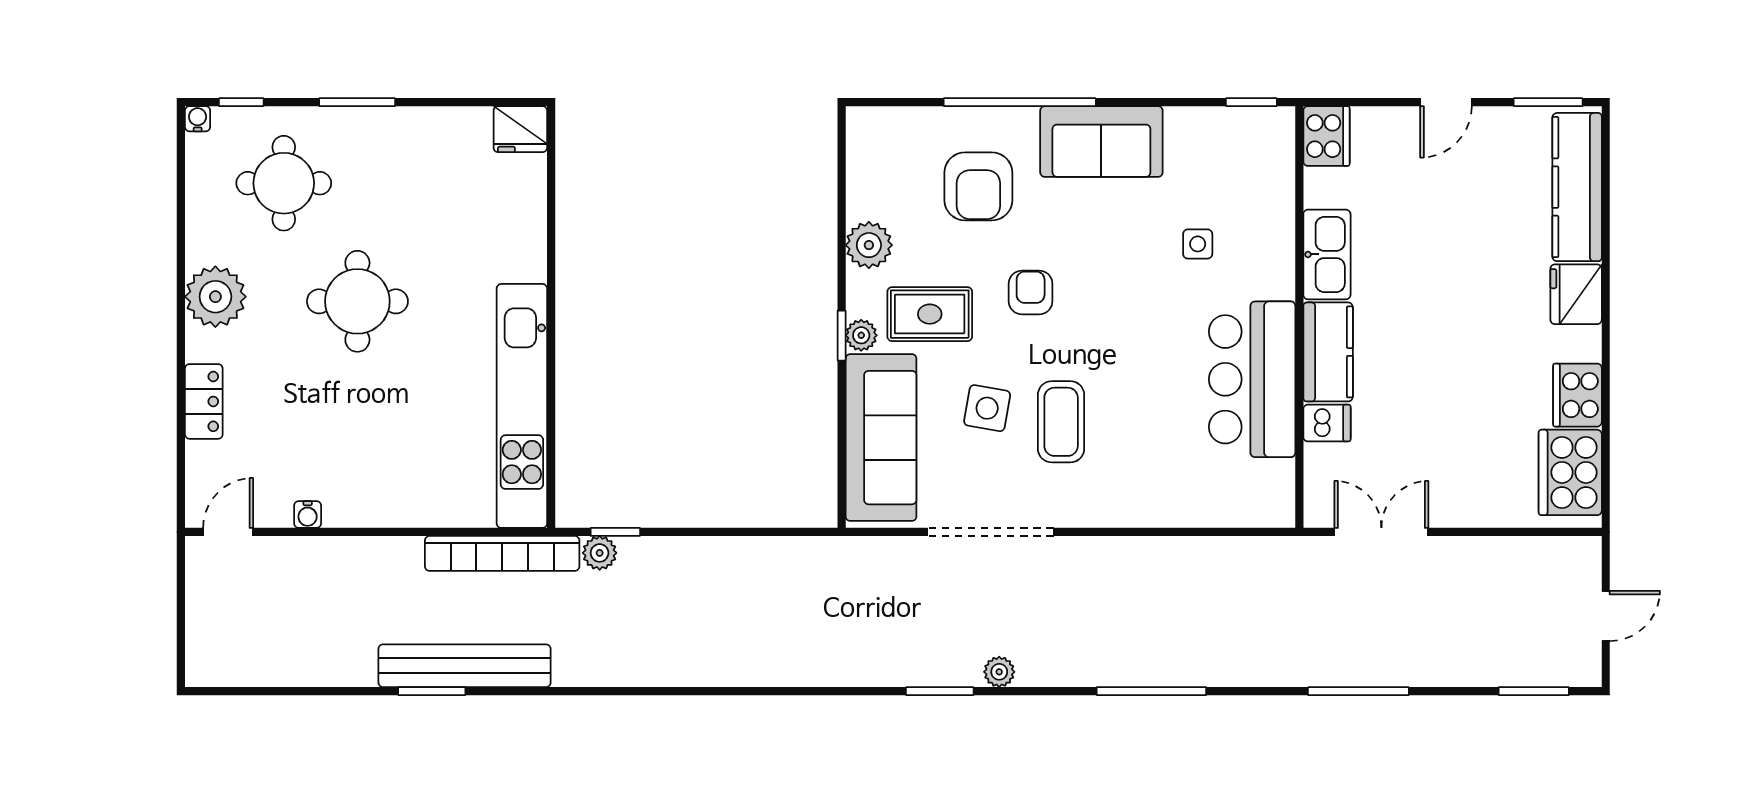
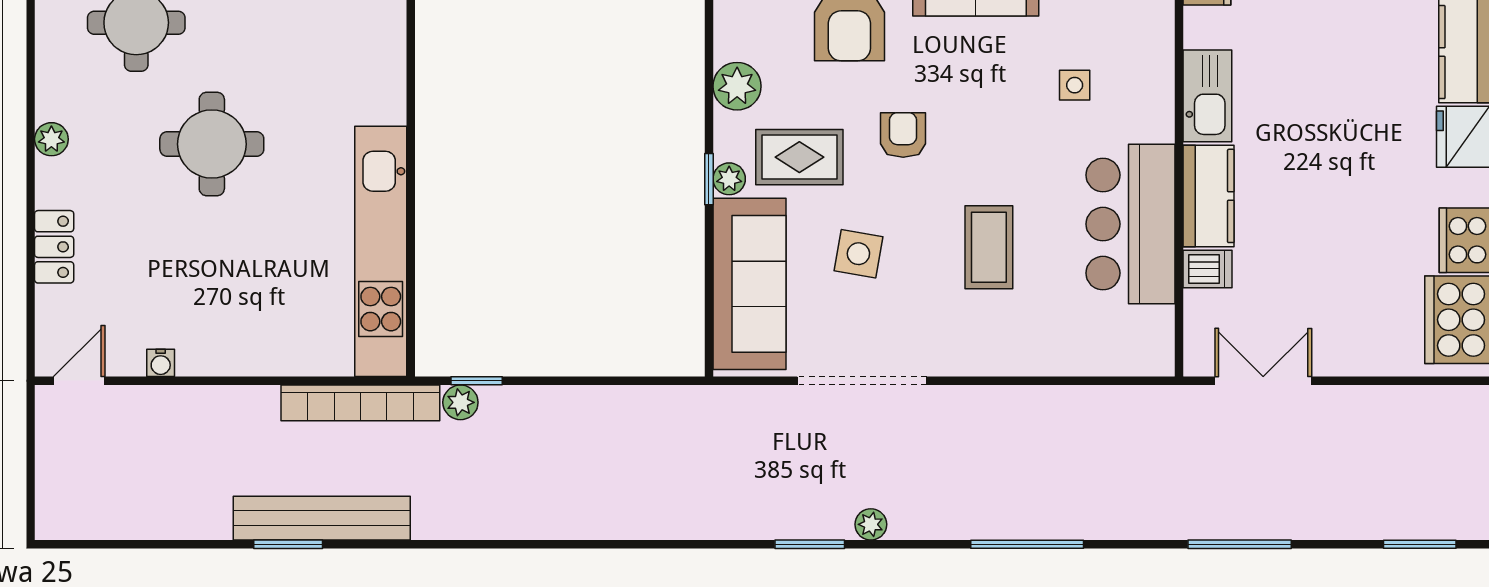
plant: (215, 297) -> (51, 139), width x0.53, depth x0.53
coffee table: (1061, 422) -> (989, 247), moved

